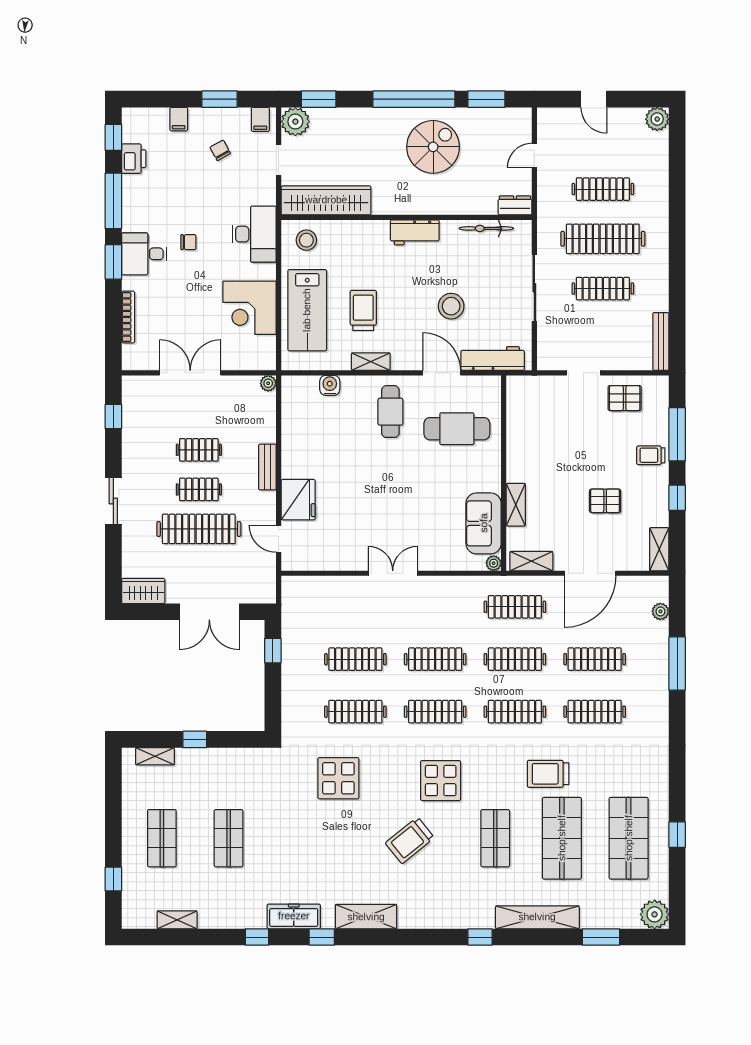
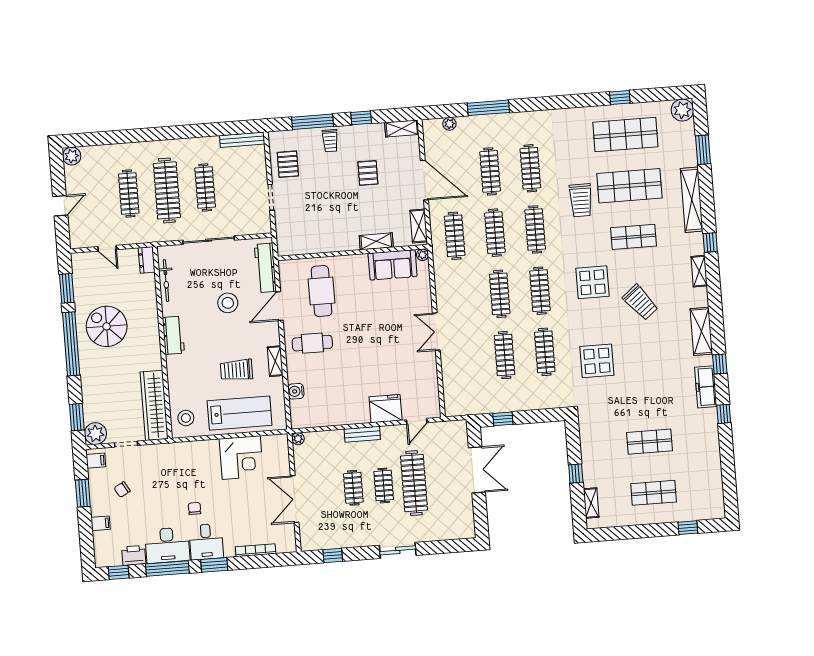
desk: (254, 234) -> (167, 545), moved, turned 180
wardrobe: (143, 591) -> (465, 522), removed
shelving: (177, 920) -> (699, 271), moved

